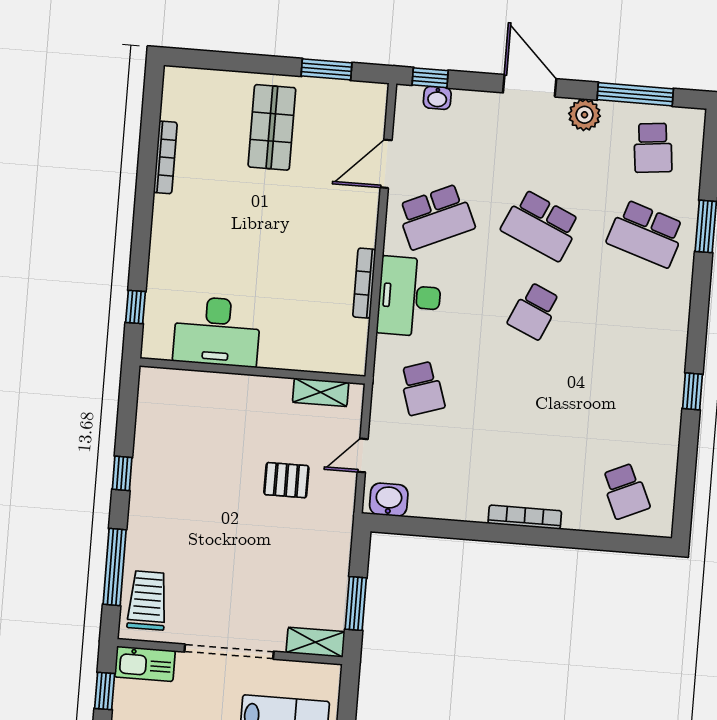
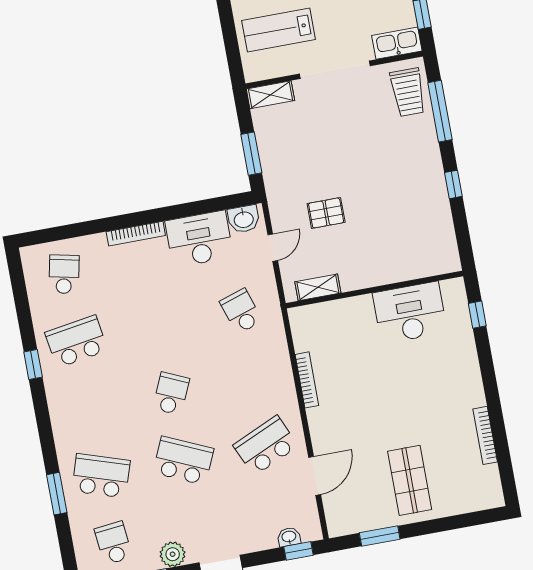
desk: (409, 297) -> (199, 239), moved, turned -90
school desk: (632, 405) -> (76, 341), added
school desk: (625, 491) -> (64, 274), turned 36
window: (356, 604) -> (251, 154), moved

